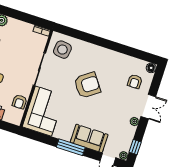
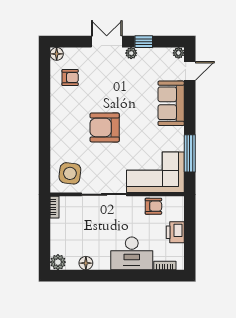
armchair: (135, 82) -> (70, 78), moved
armchair: (87, 85) -> (105, 127), turned -54
window: (71, 147) -> (190, 153), moved
window: (135, 147) -> (144, 42), moved

